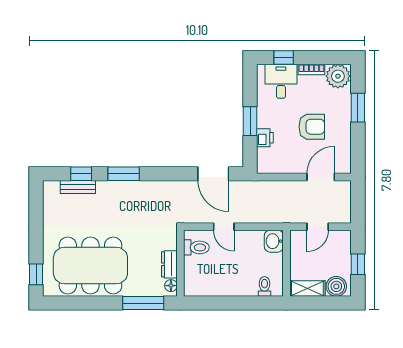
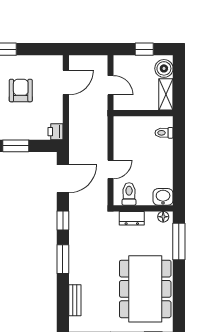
printer: (265, 138) -> (55, 132), moved, turned -90
window: (81, 174) -> (63, 220), moved
door: (321, 177) -> (66, 82), swing flipped
washbasin: (274, 241) -> (163, 197), moved, turned 180
dresser: (169, 264) -> (132, 218), moved

